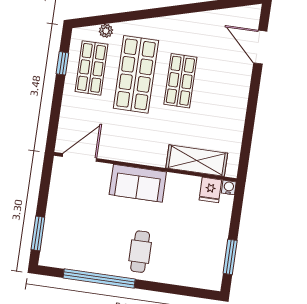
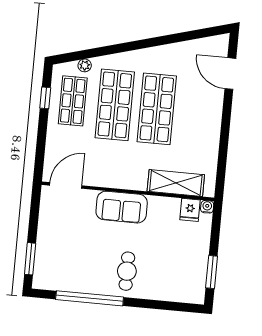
shop shelf: (180, 81) -> (157, 109), width x1.43, depth x1.36

